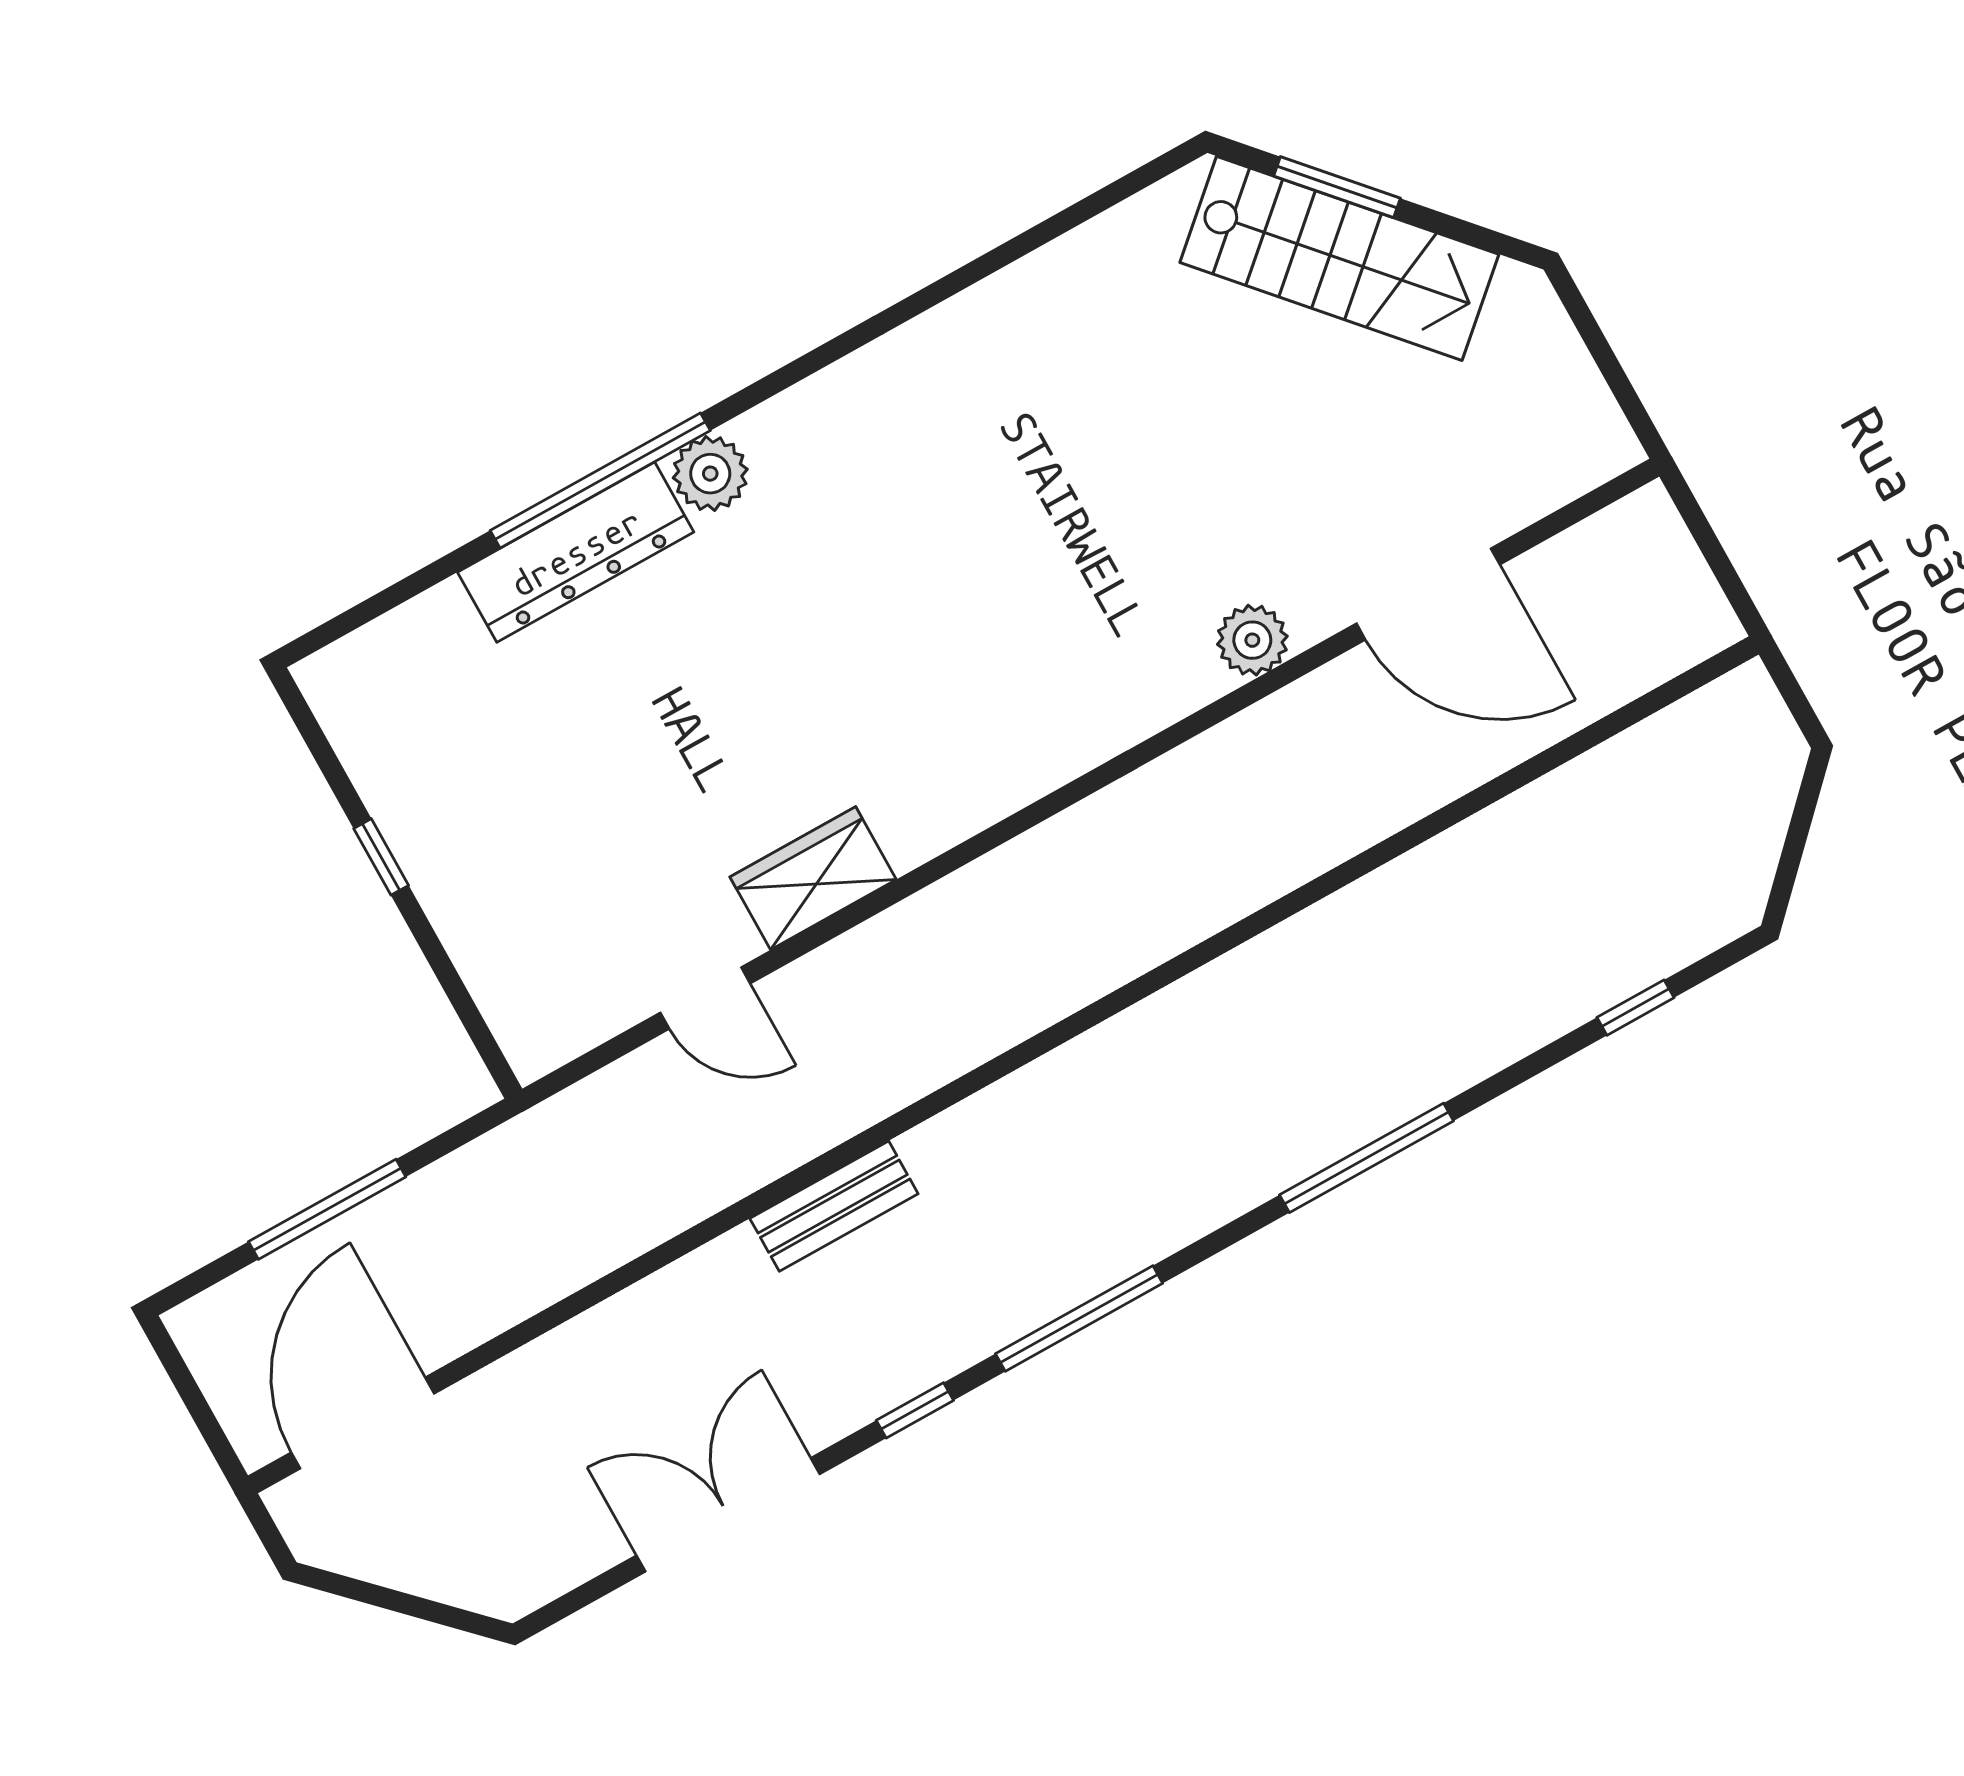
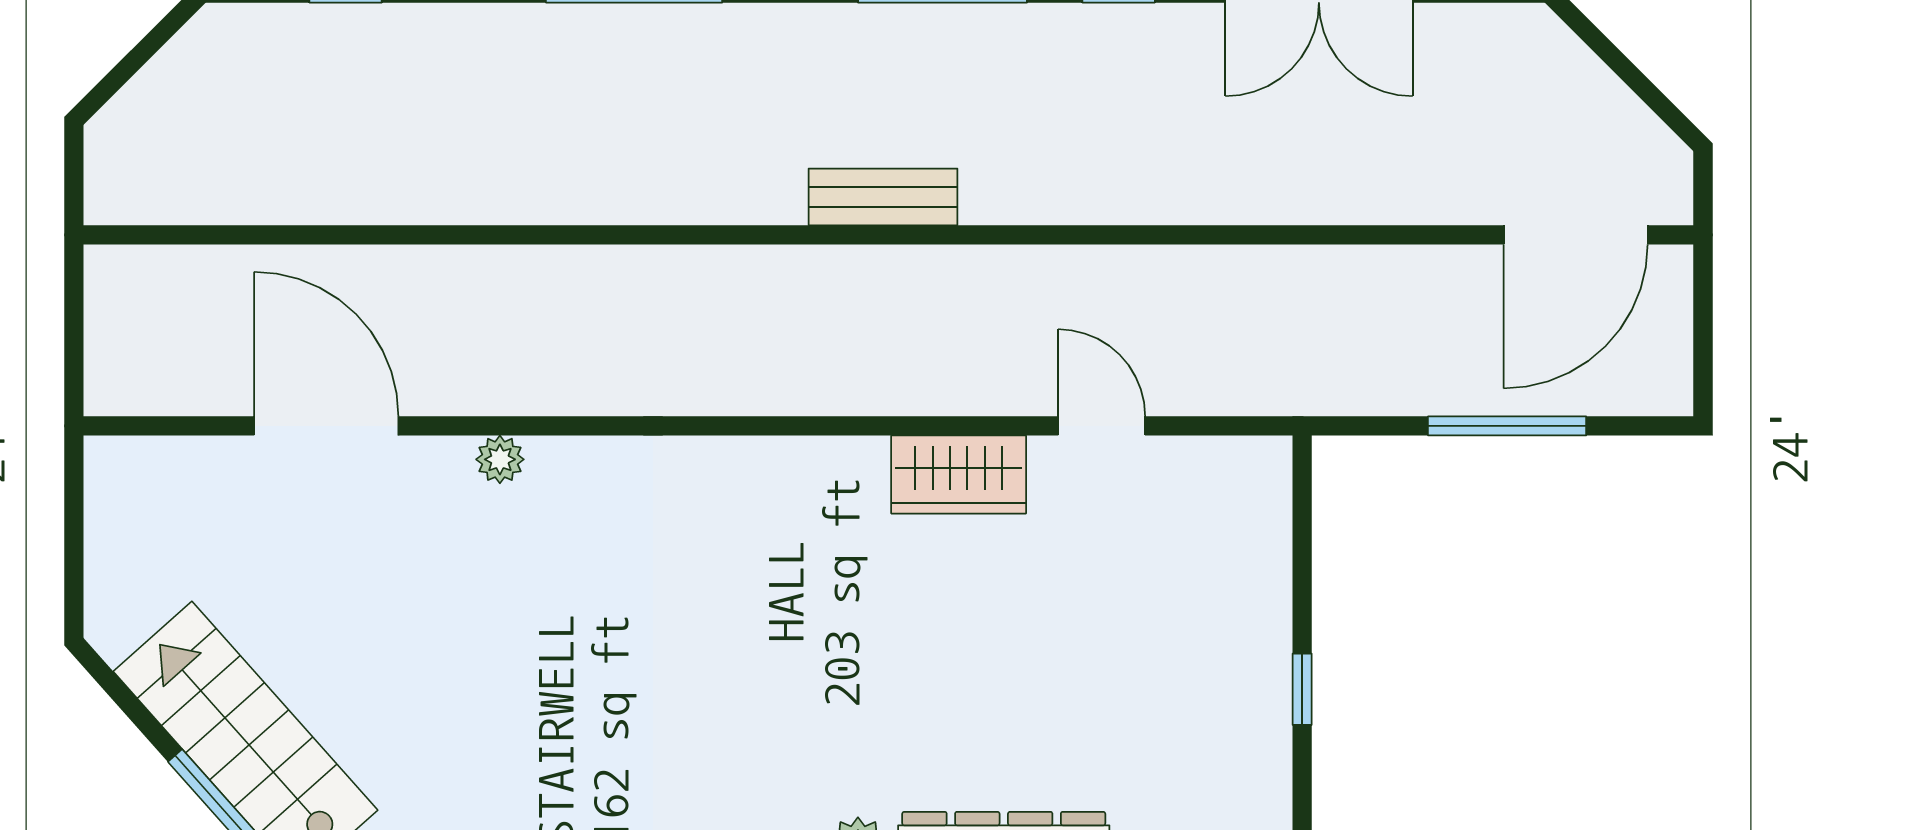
plant: (1252, 640) -> (500, 459), width x0.73, depth x0.73
bench: (834, 1206) -> (883, 197), moved

